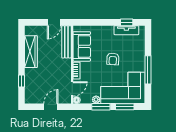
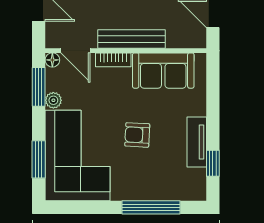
tv unit: (126, 30) -> (197, 142), moved
bench: (66, 42) -> (132, 39), moved
window: (148, 70) -> (151, 207), moved
window: (101, 107) -> (39, 87), moved

